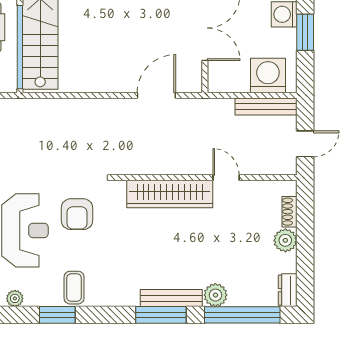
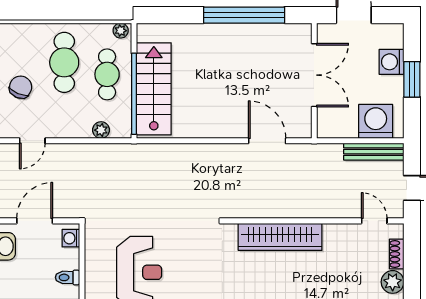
door: (156, 95) -> (267, 141), hinge flipped
door: (226, 178) -> (374, 221), moved
armchair: (77, 214) -> (190, 256), removed

